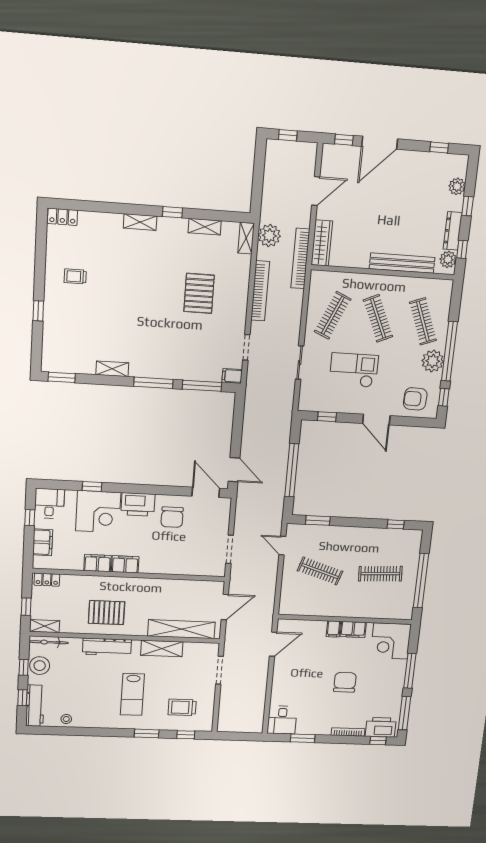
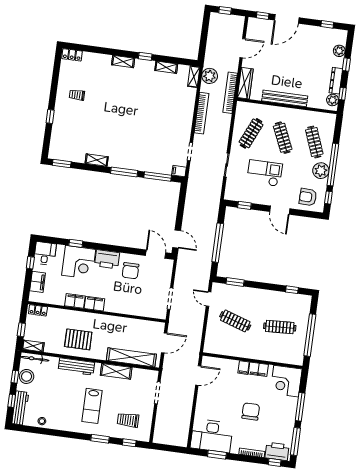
bench: (402, 263) -> (285, 98), moved
pallet: (199, 293) -> (160, 112), removed
desk: (282, 720) -> (212, 436), width x1.87, depth x1.30

